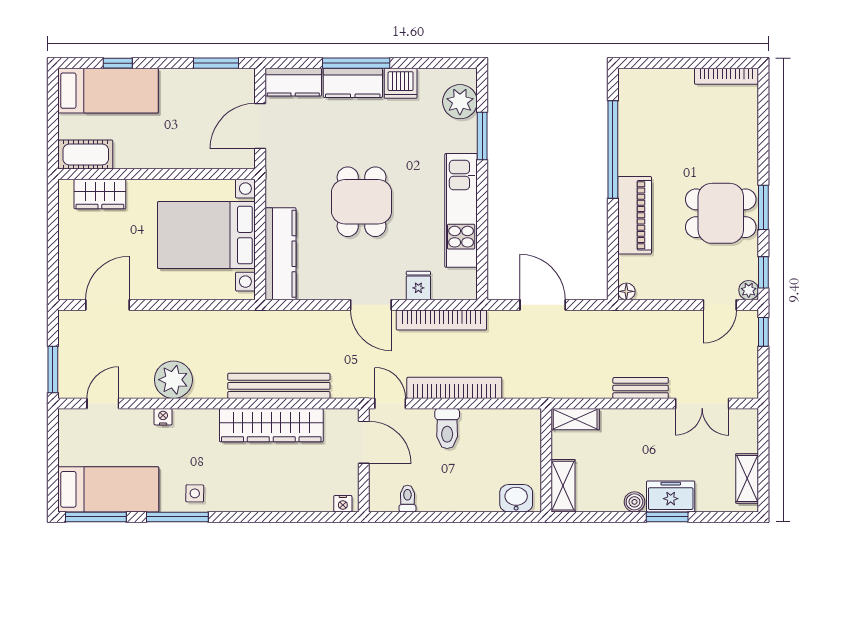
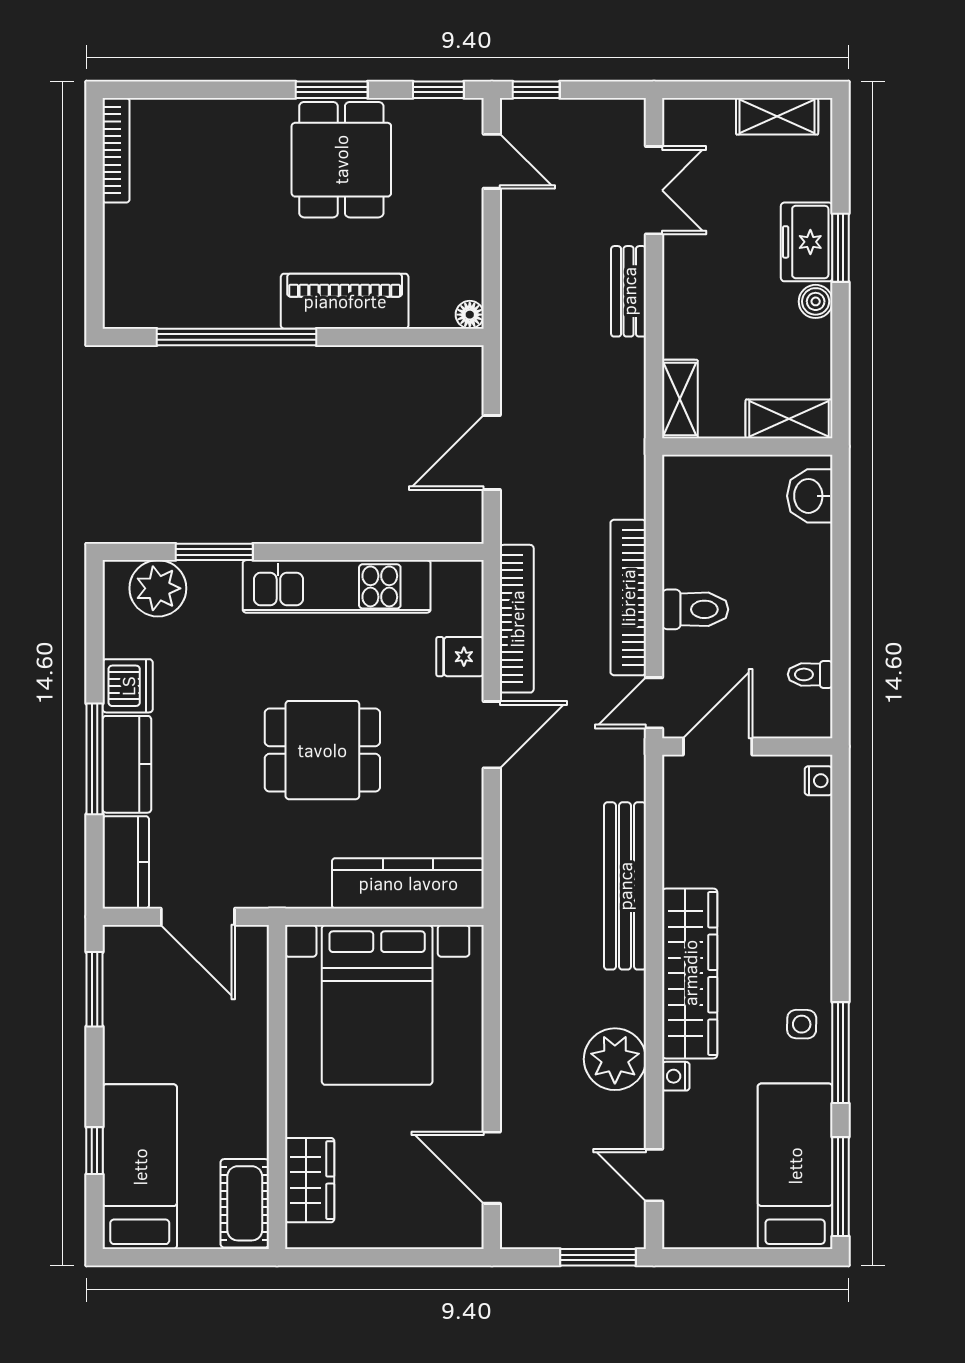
plant: (749, 290) -> (468, 114), removed
wardrobe: (271, 425) -> (690, 973), moved

